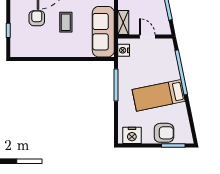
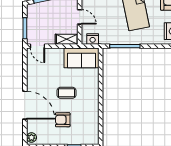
sofa: (103, 32) -> (82, 58), width x0.73
door: (147, 36) -> (80, 17), swing flipped

